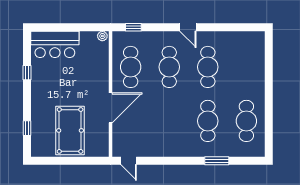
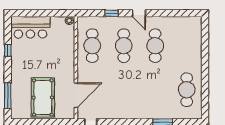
window: (133, 27) -> (112, 13), moved
door: (111, 108) -> (76, 95), moved
cafe table: (208, 121) -> (155, 90), removed
window: (27, 128) -> (8, 96), width x2.17

